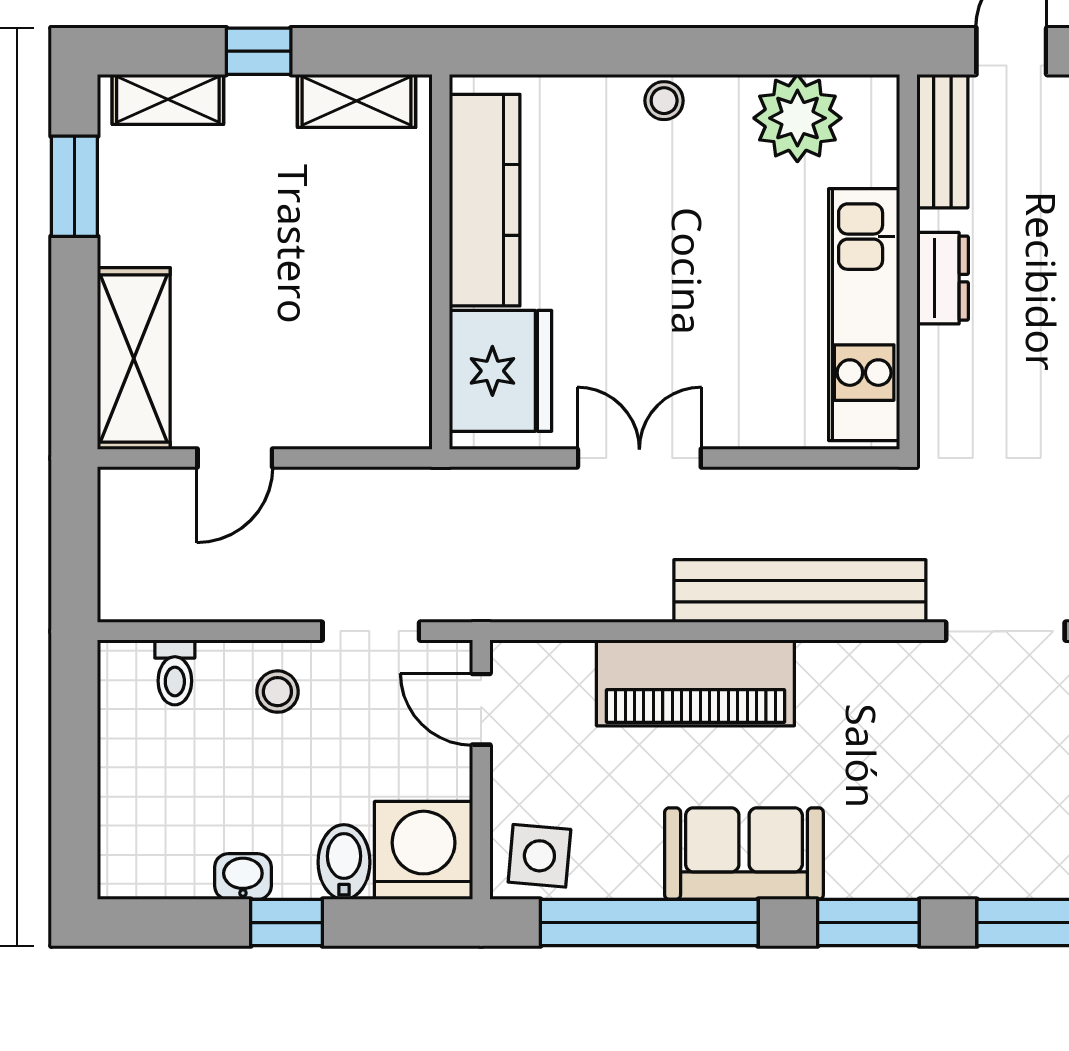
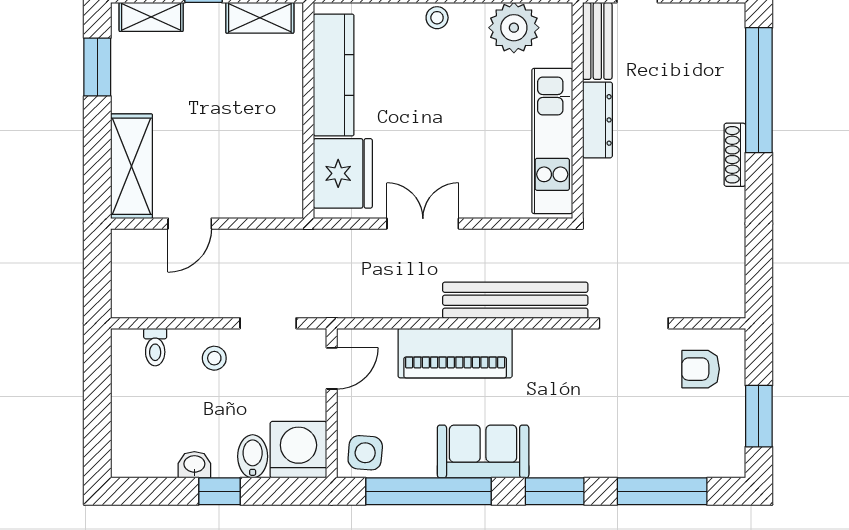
dresser: (943, 278) -> (597, 120), width x1.44
door: (481, 709) -> (332, 368), swing flipped

